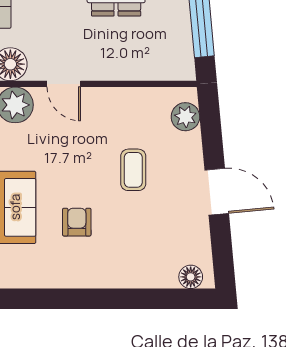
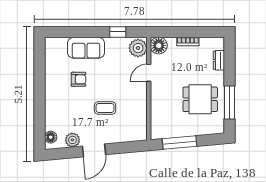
plant: (185, 117) -> (72, 140), moved

